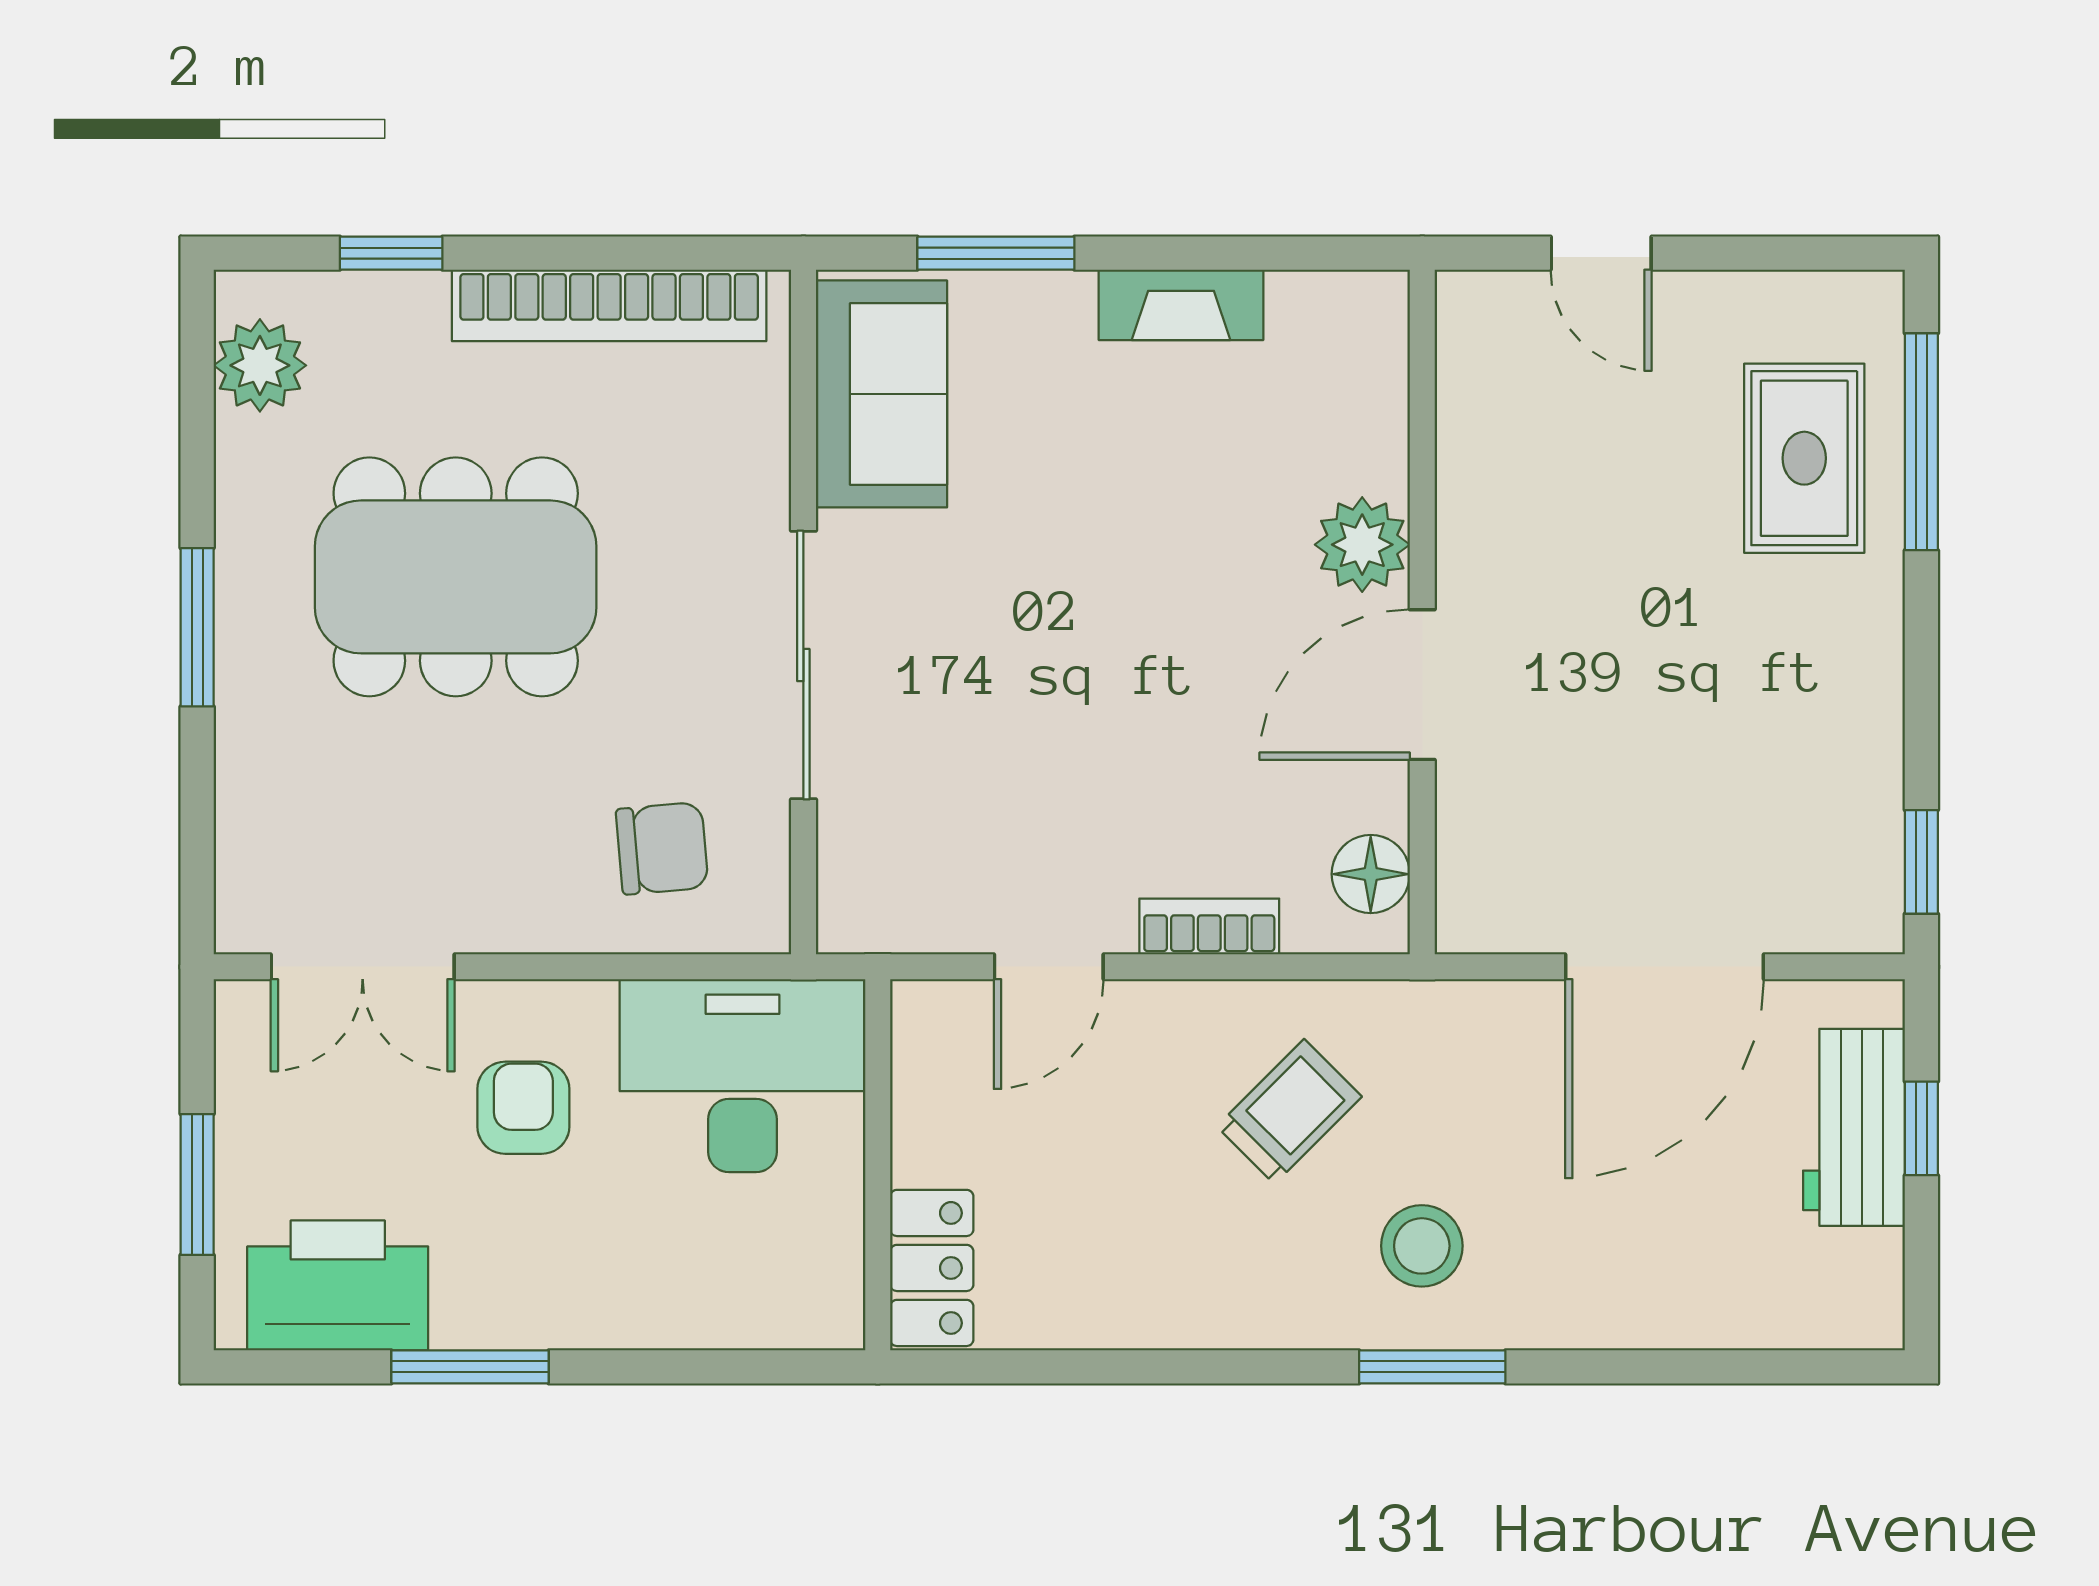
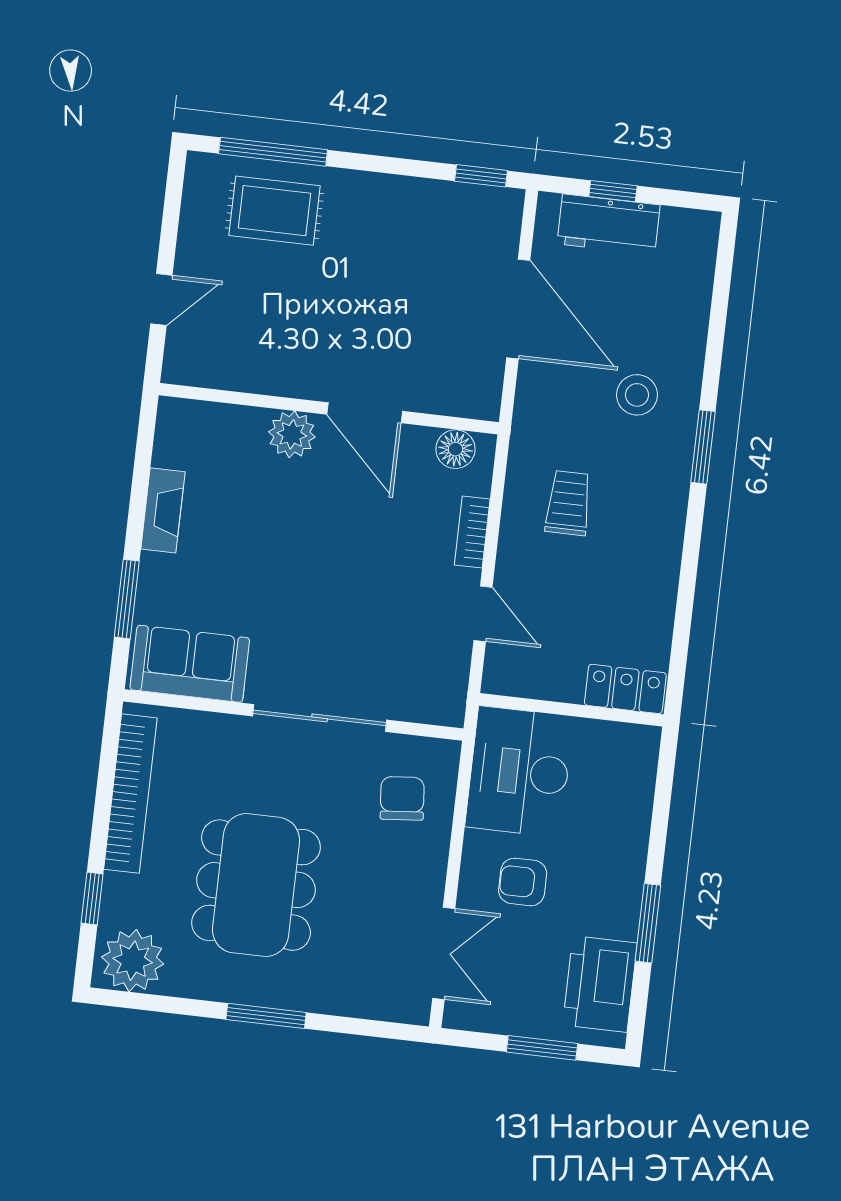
plant: (260, 365) -> (133, 961), width x1.36, depth x1.36
trolley: (1289, 1112) -> (568, 503), turned 45
stool: (1422, 1246) -> (637, 395), moved

